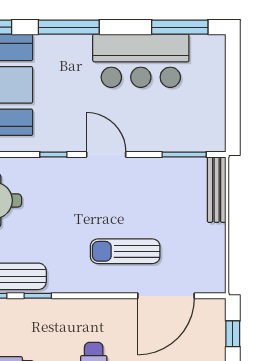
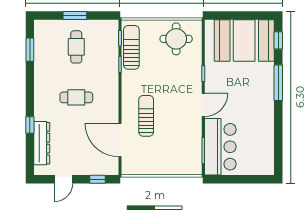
window: (180, 27) -> (278, 148), removed
bar counter: (141, 61) -> (220, 147), moved, turned 180
bench: (217, 190) -> (183, 170), removed

